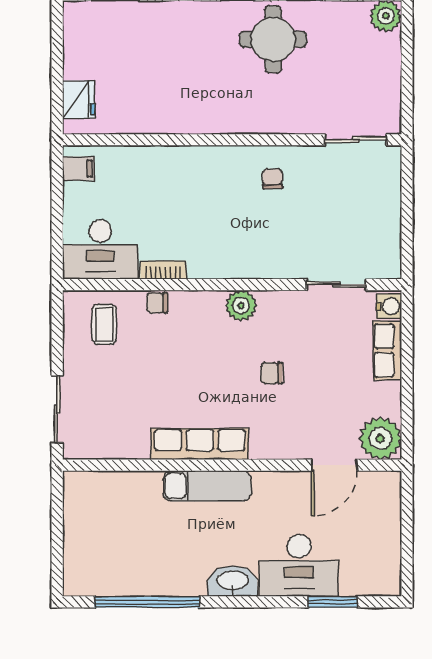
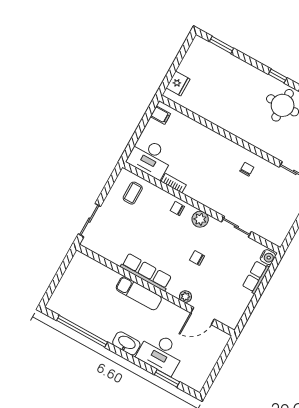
sliding door: (336, 285) -> (236, 227), moved
chair: (157, 303) -> (177, 208), moved
plant: (380, 438) -> (185, 297), moved, width x0.53, depth x0.53

